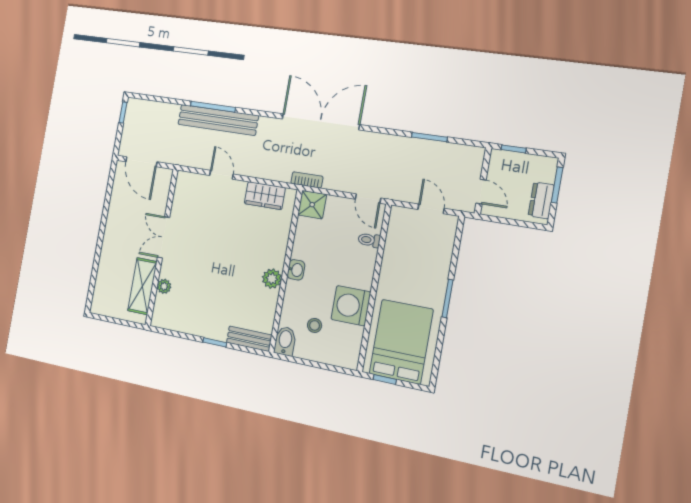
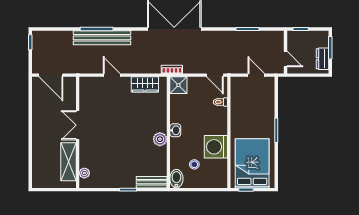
plant: (164, 286) -> (84, 173), moved

